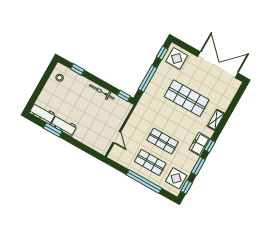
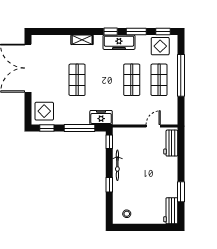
window: (77, 69) -> (109, 185), moved
shop shelf: (187, 98) -> (77, 80), width x0.70, depth x0.74
freezer: (146, 100) -> (101, 118), added
workbench: (64, 126) -> (171, 143), moved
freezer: (200, 144) -> (119, 42), width x1.40

